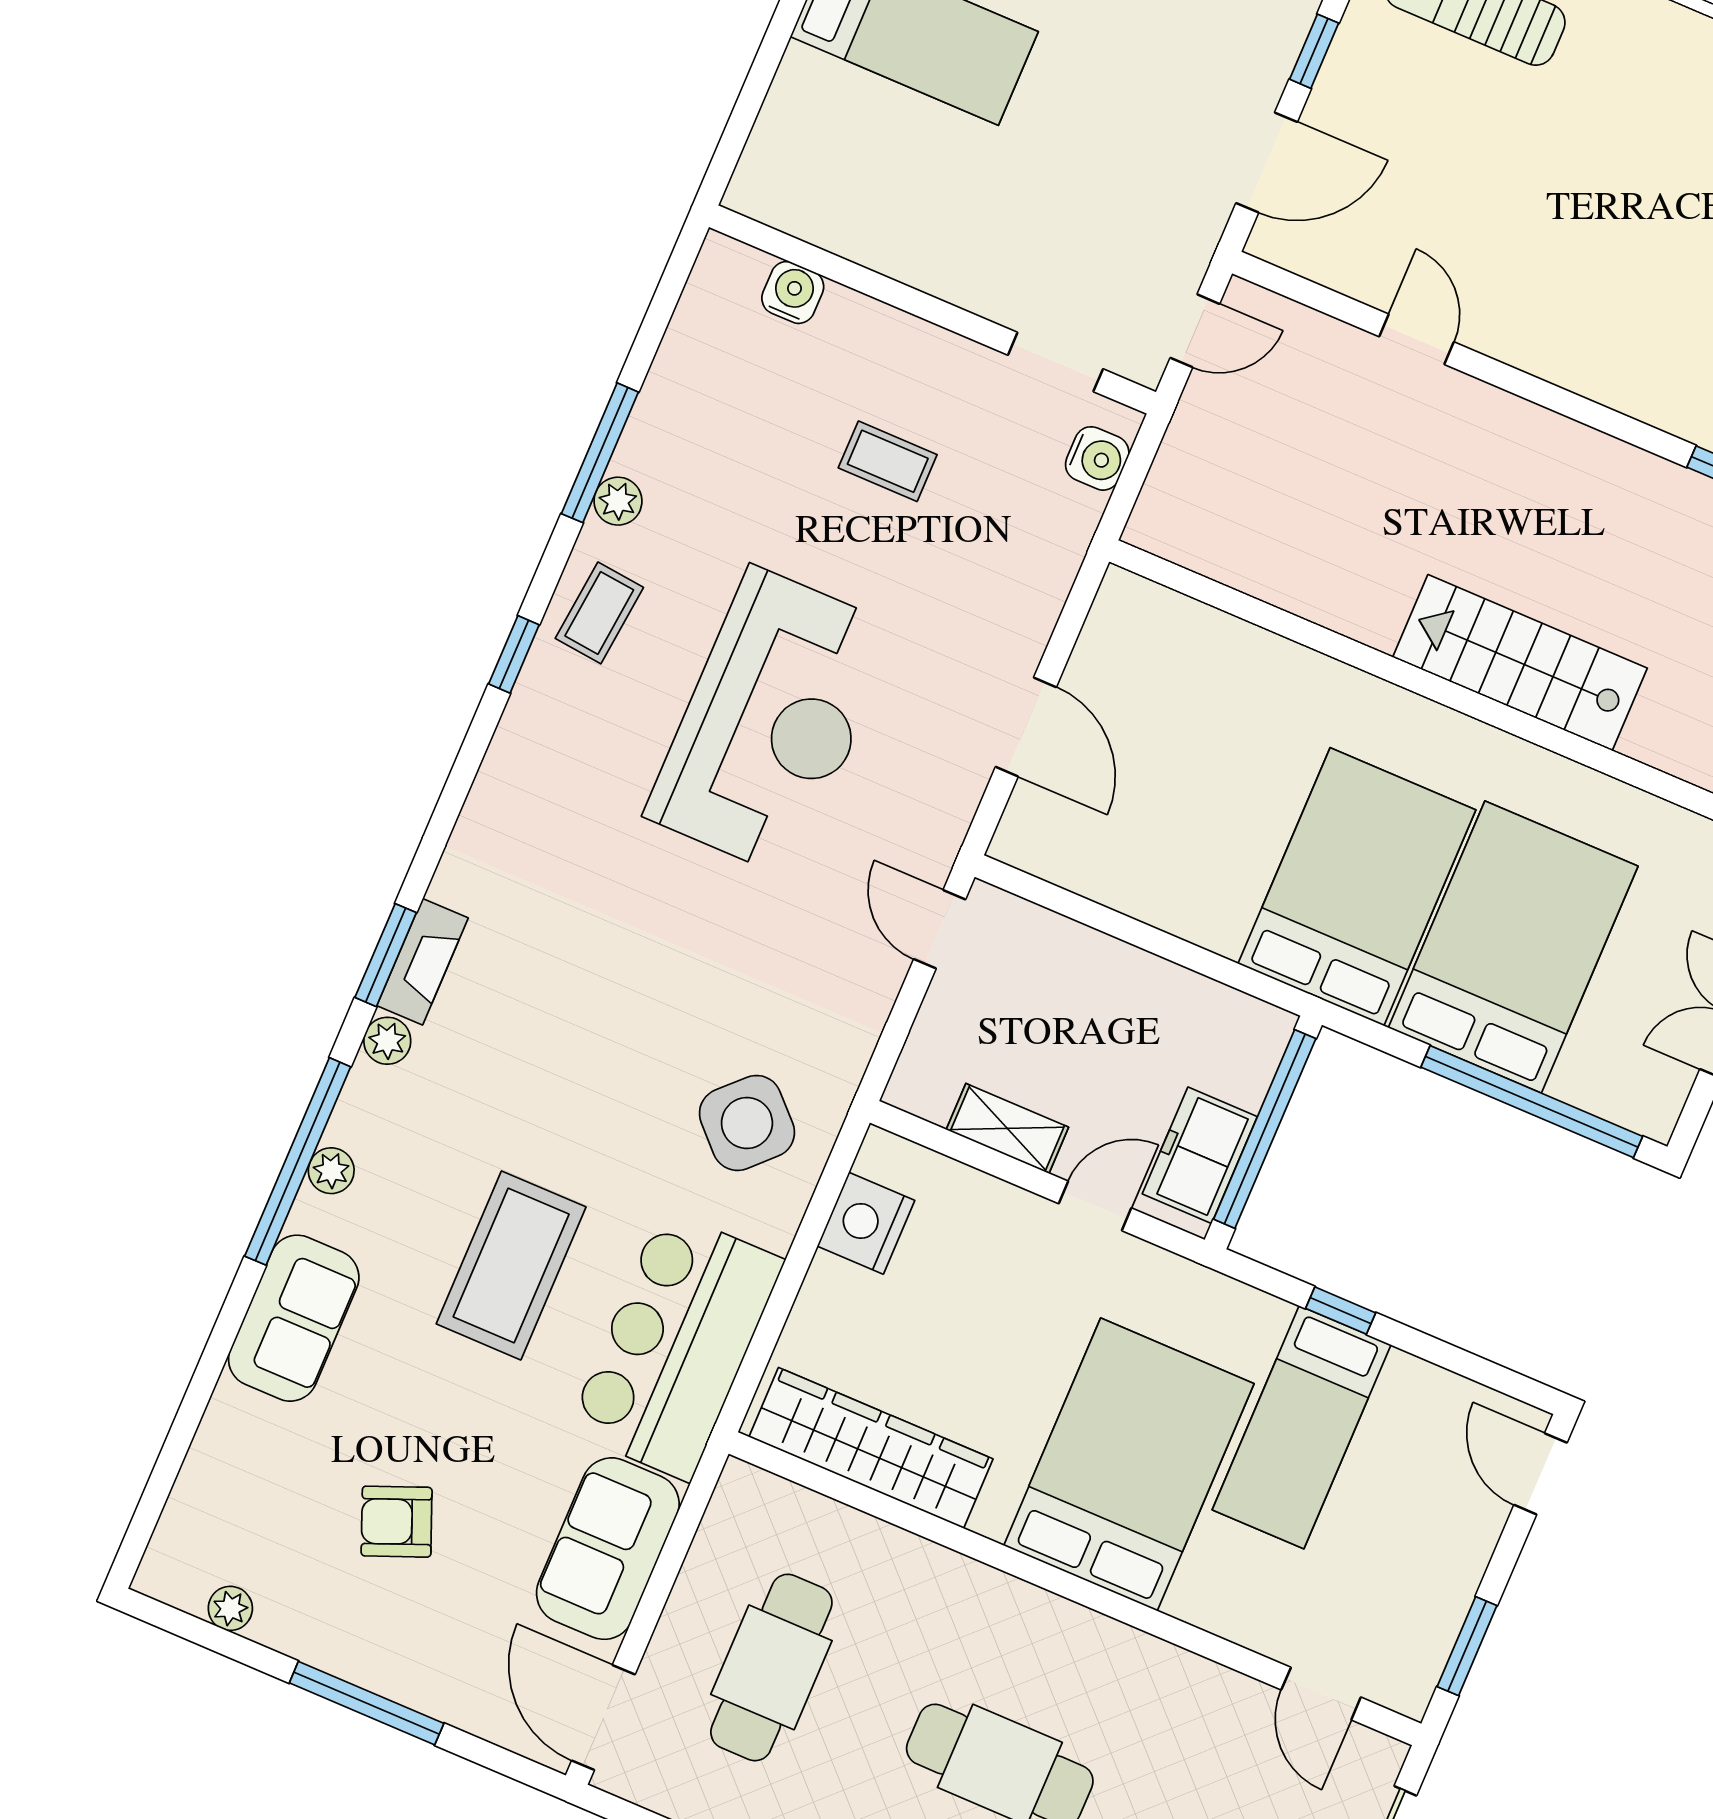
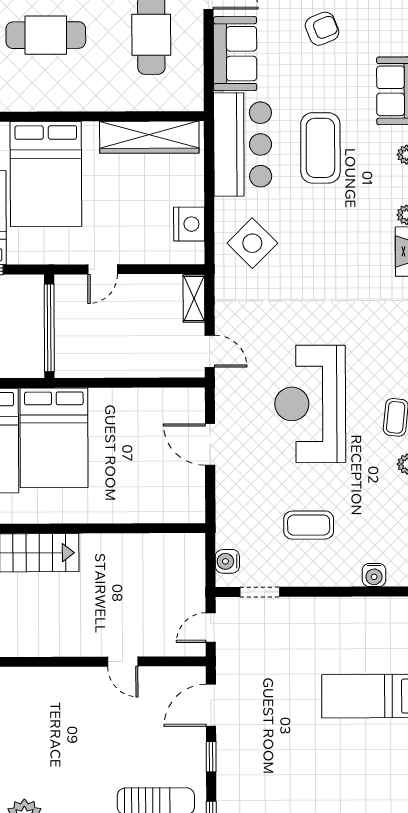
coffee table: (888, 461) -> (309, 525), width x1.36, depth x1.30
shelving: (1007, 1128) -> (194, 298), moved, turned 90
freezer: (1200, 1155) -> (70, 307), removed

